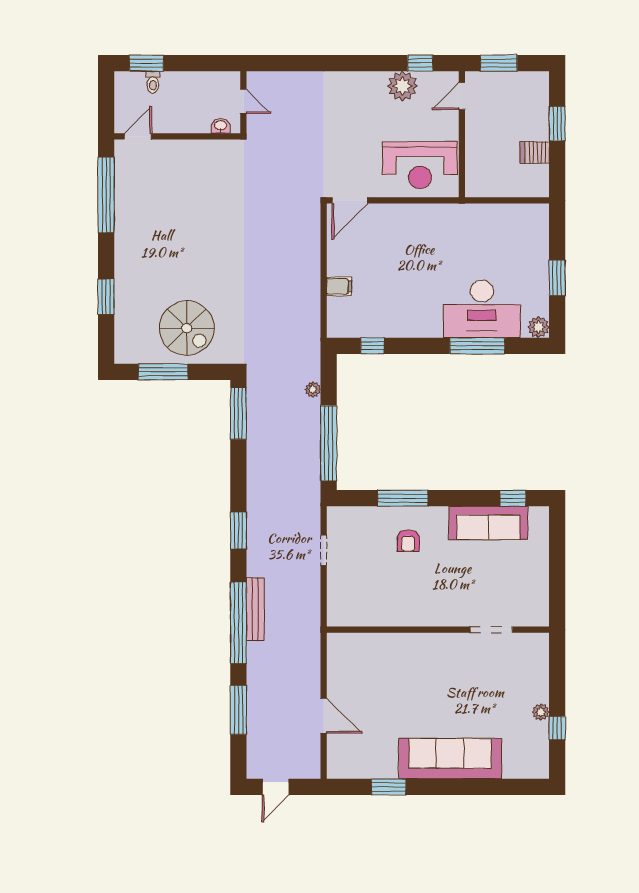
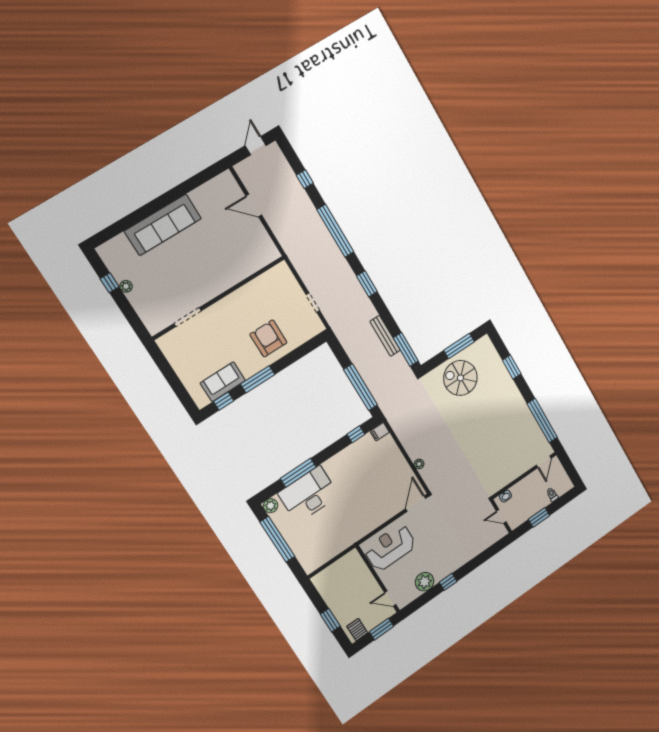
window: (146, 63) -> (539, 517), moved
window: (420, 63) -> (448, 582), moved
door: (462, 96) -> (390, 599), swing flipped
server rack: (535, 152) -> (357, 630), moved, turned -90
window: (557, 278) -> (277, 539), width x2.11
filing cabinet: (339, 286) -> (380, 432), moved
plant: (313, 389) -> (419, 464), moved
window: (329, 443) -> (361, 387), moved
window: (403, 498) -> (258, 379), moved
sofa: (488, 523) -> (223, 382), width x0.73
armchair: (408, 541) -> (268, 338), width x1.88, depth x1.88
bench: (255, 609) -> (385, 336), moved
window: (238, 710) -> (305, 179), width x0.46
window: (389, 787) -> (189, 185), removed

